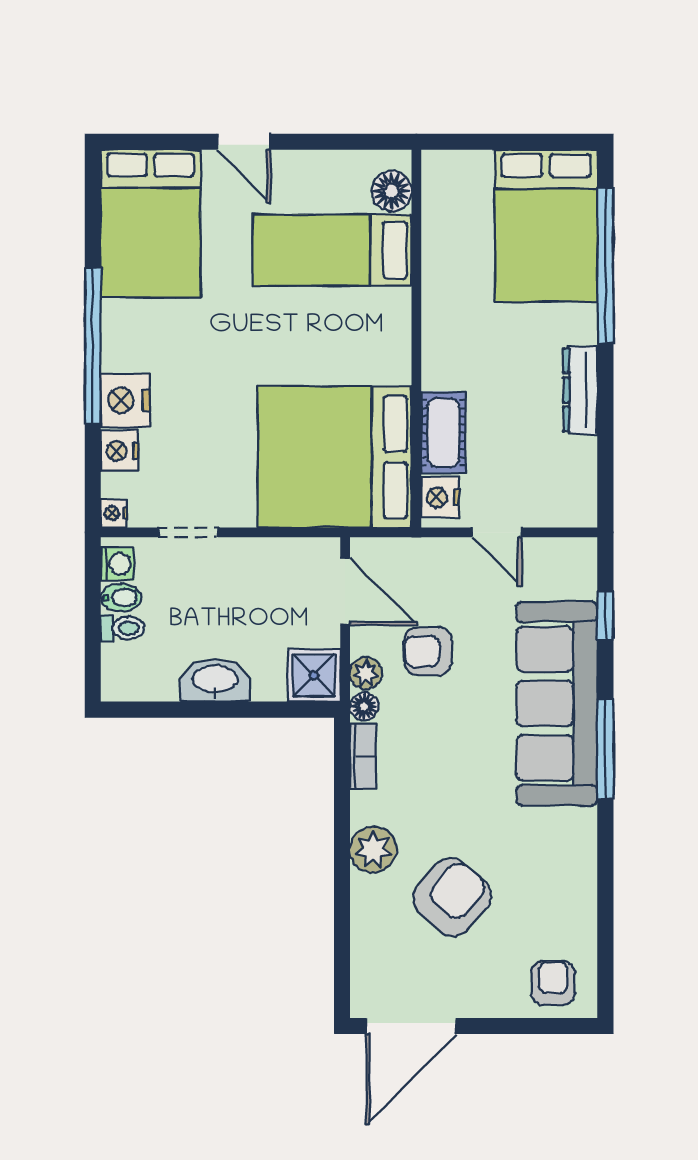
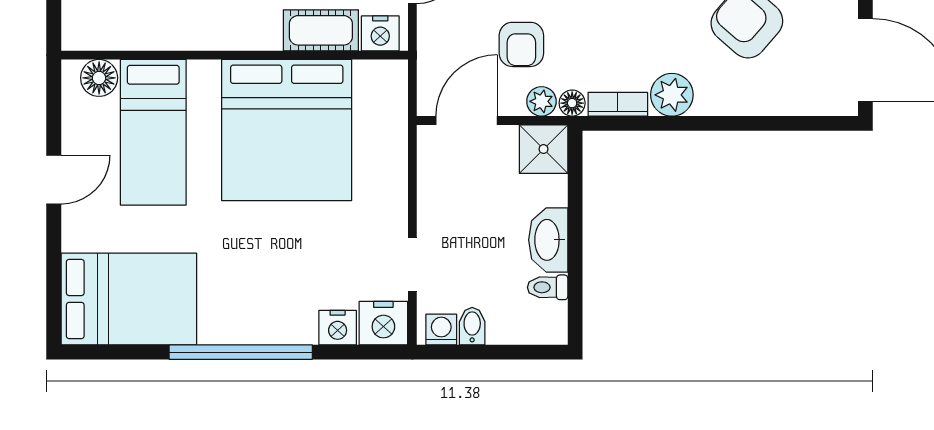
door: (244, 142) -> (54, 180), moved
nightstand: (125, 400) -> (291, 322), removed
bed: (335, 457) -> (287, 130), moved
nightstand: (114, 513) -> (383, 323), width x1.89, depth x1.79
toilet: (123, 628) -> (548, 287), moved, turned -90
plant: (373, 850) -> (672, 95), moved

